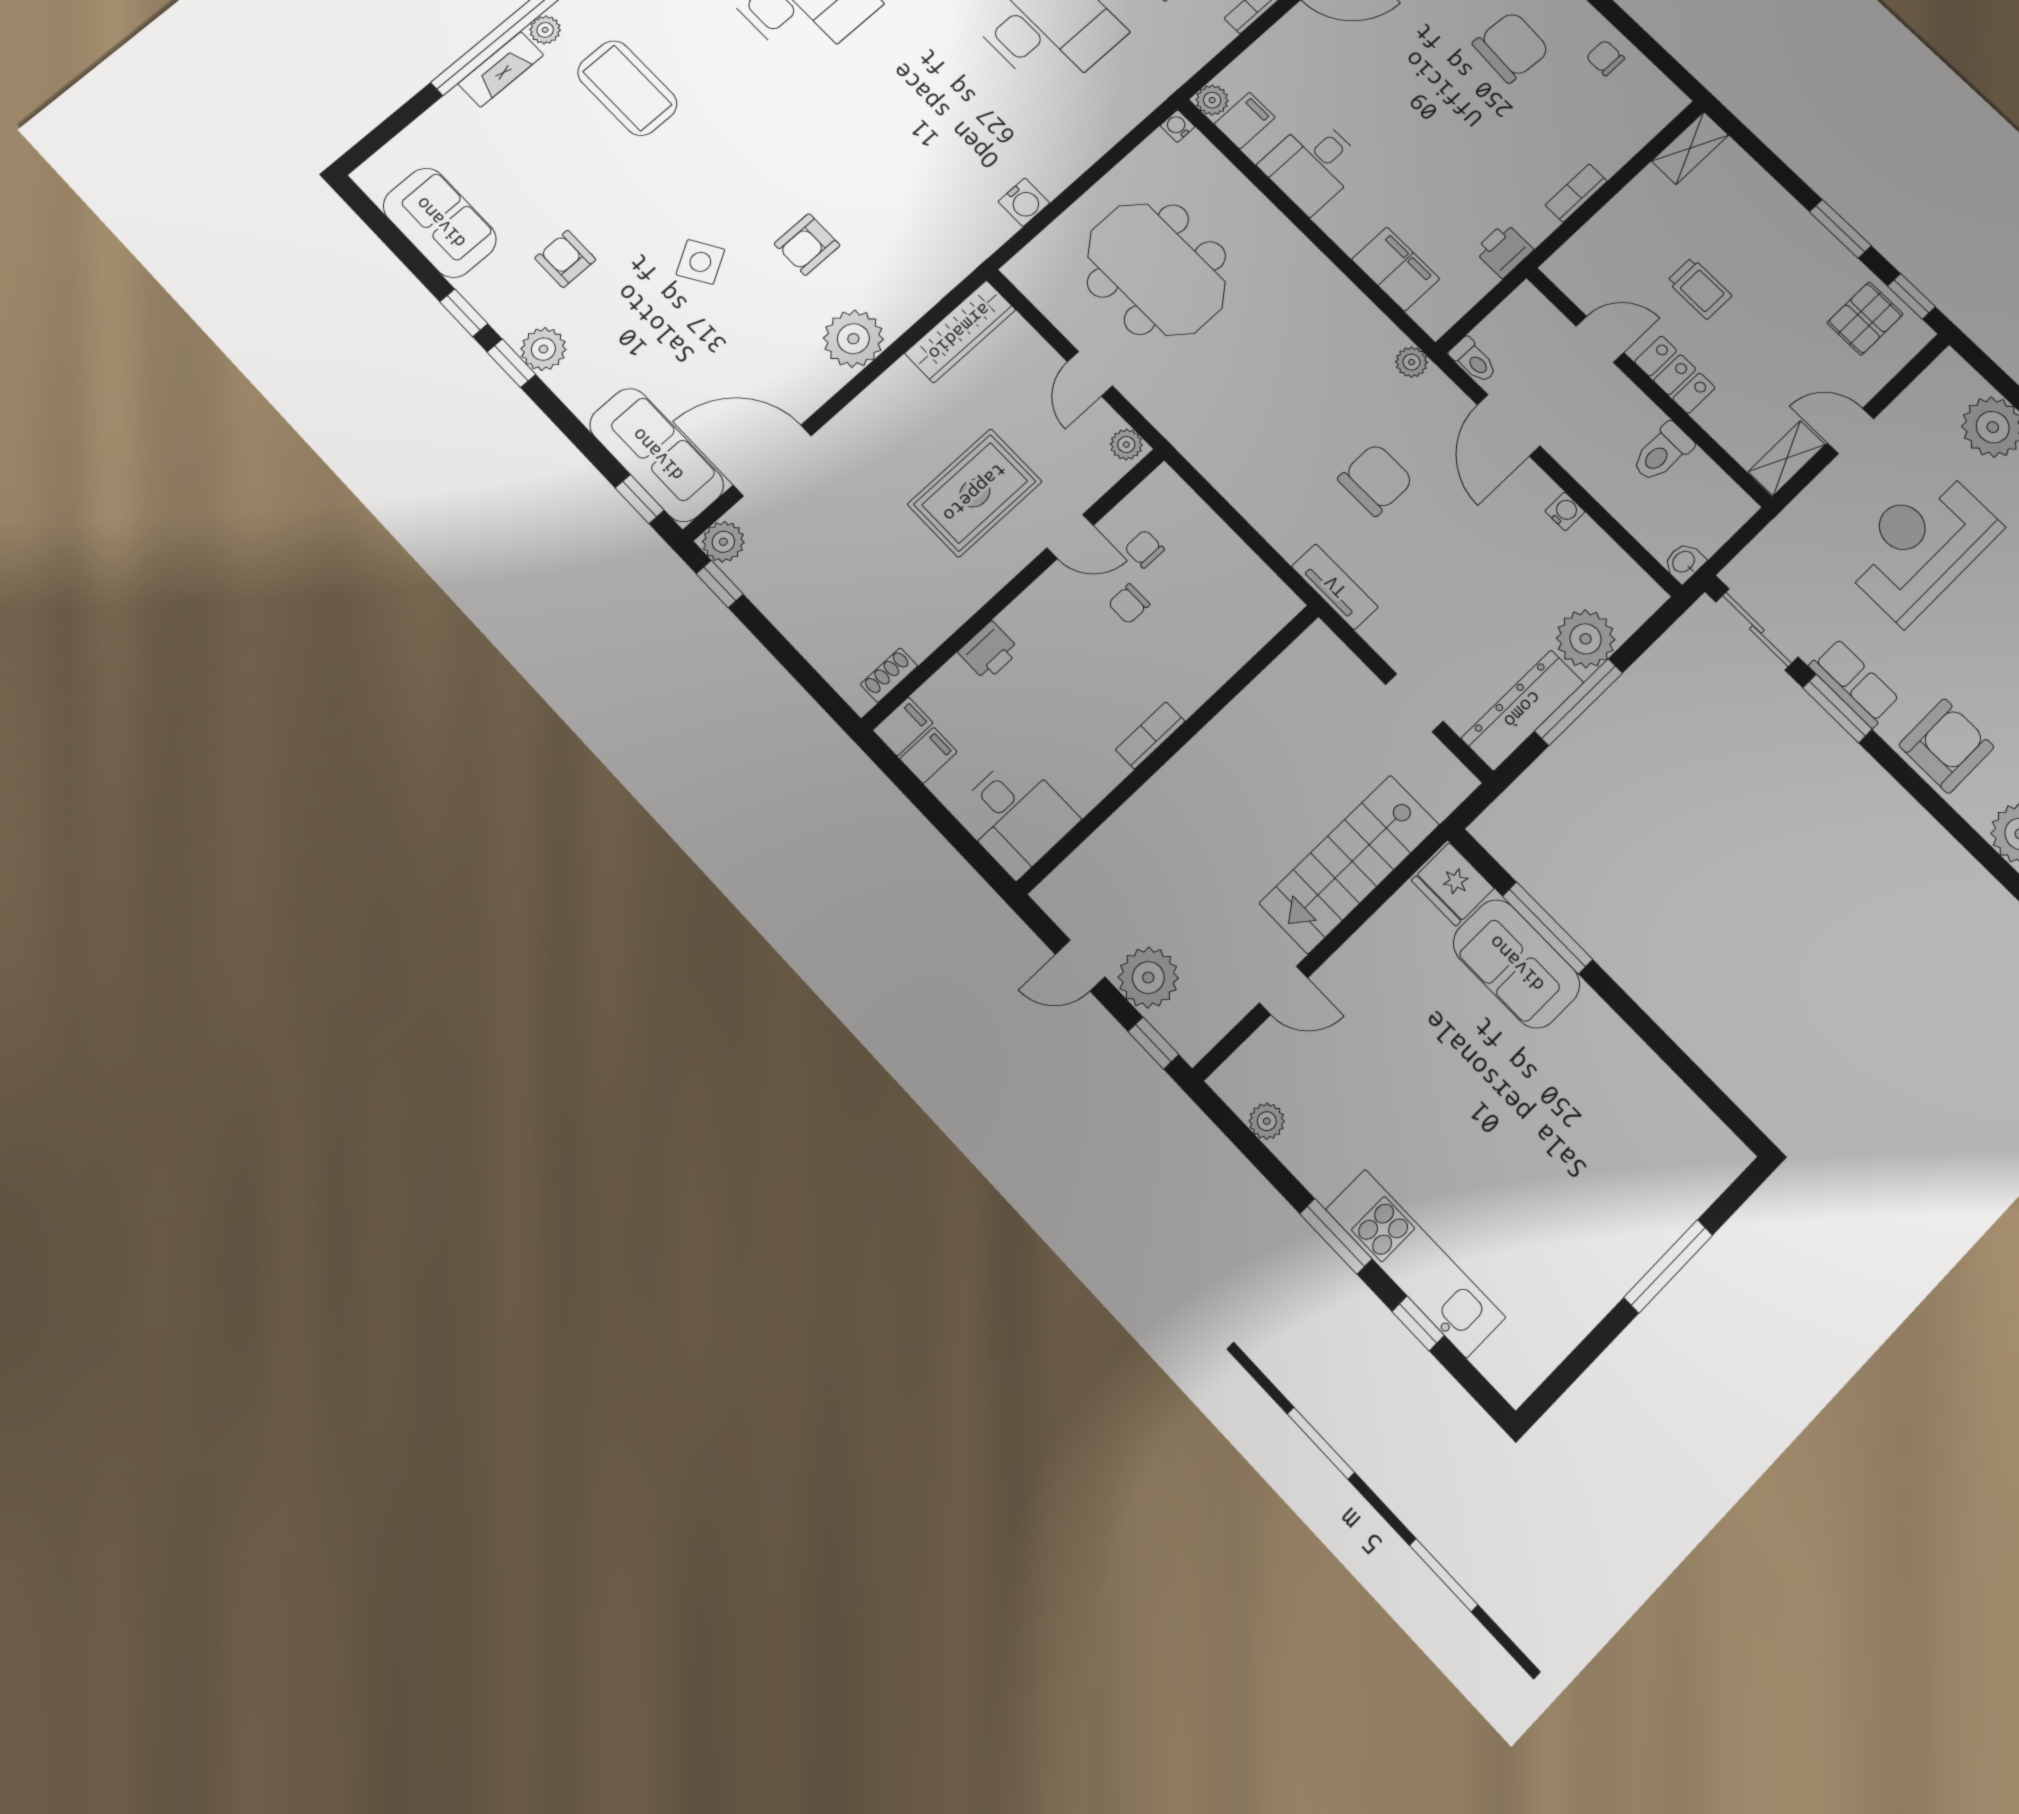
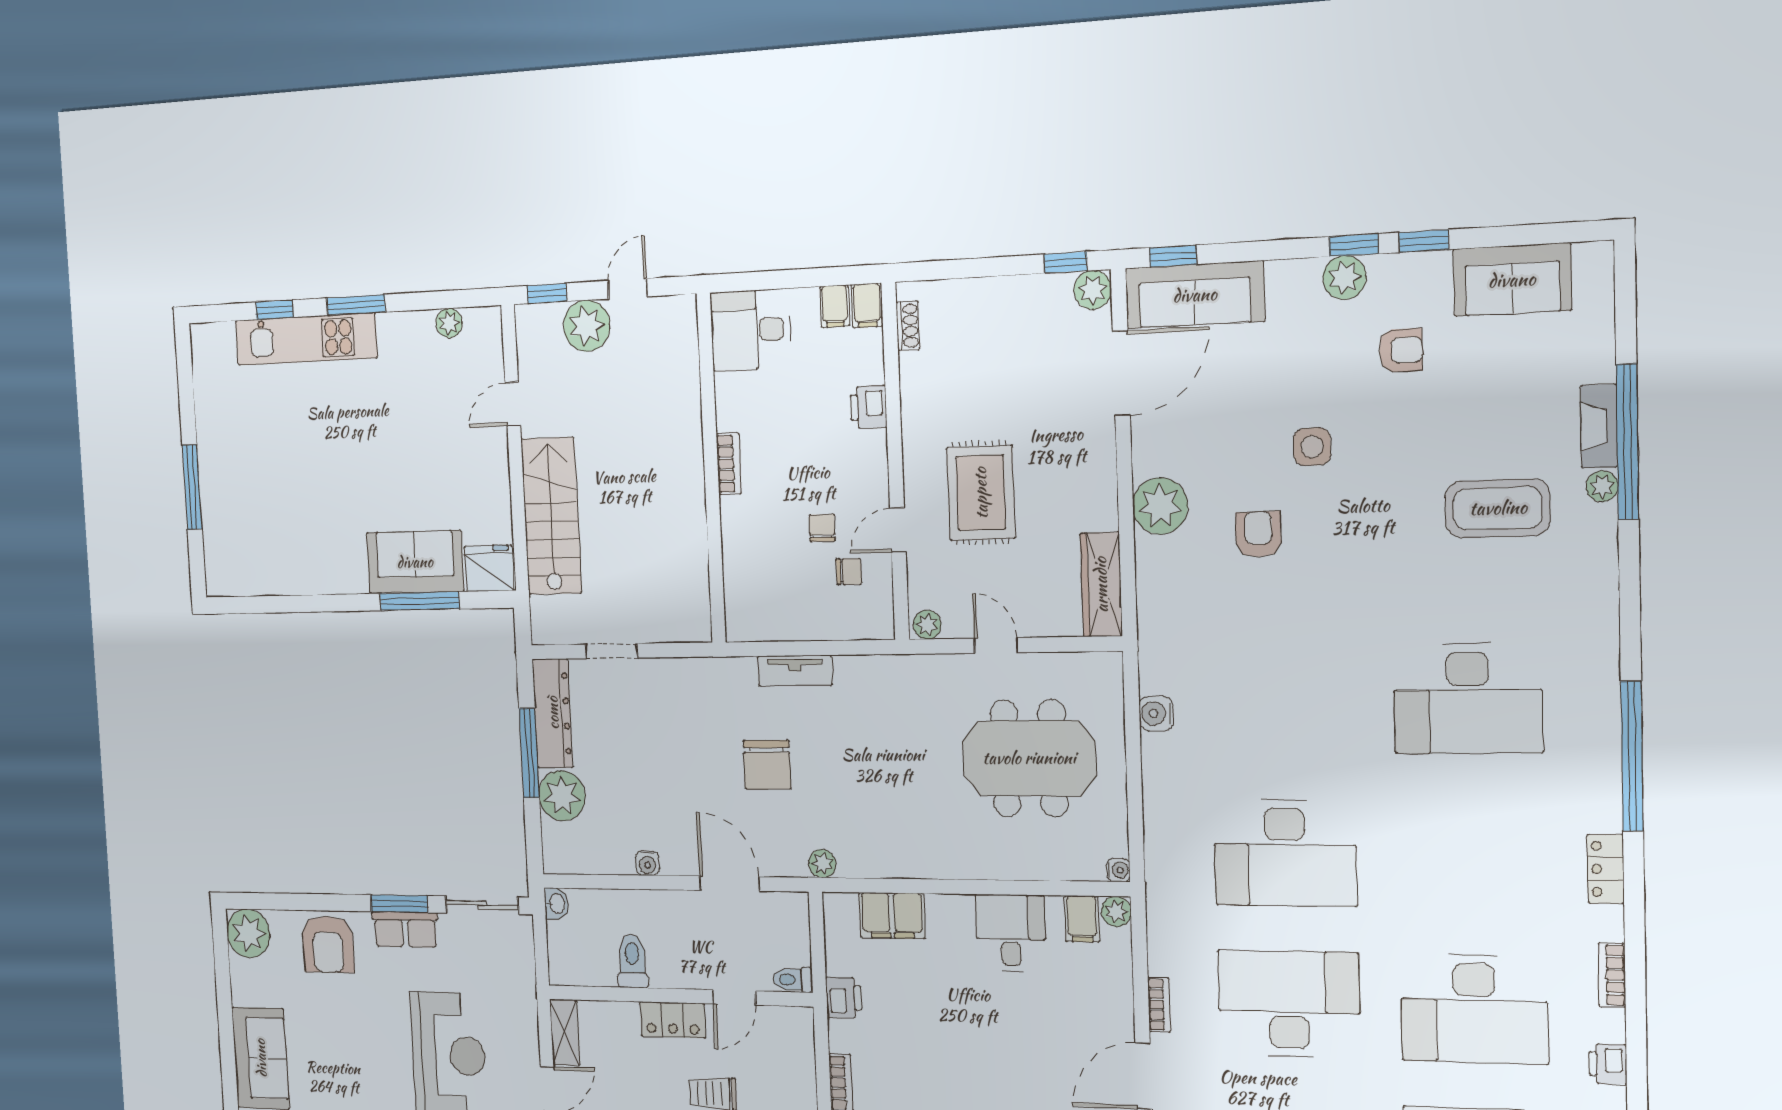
side table: (700, 262) -> (1312, 447), turned 31
toilet: (1473, 360) -> (793, 979), moved
tv unit: (1335, 587) -> (795, 671), moved

